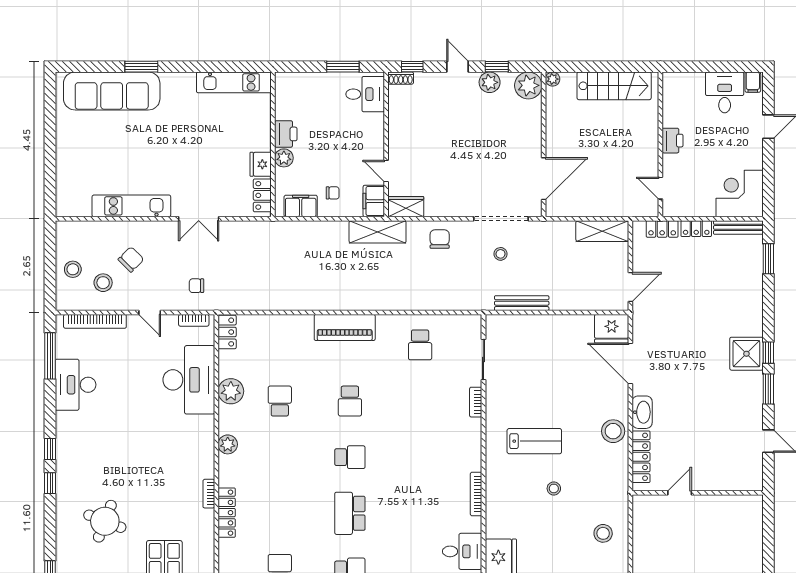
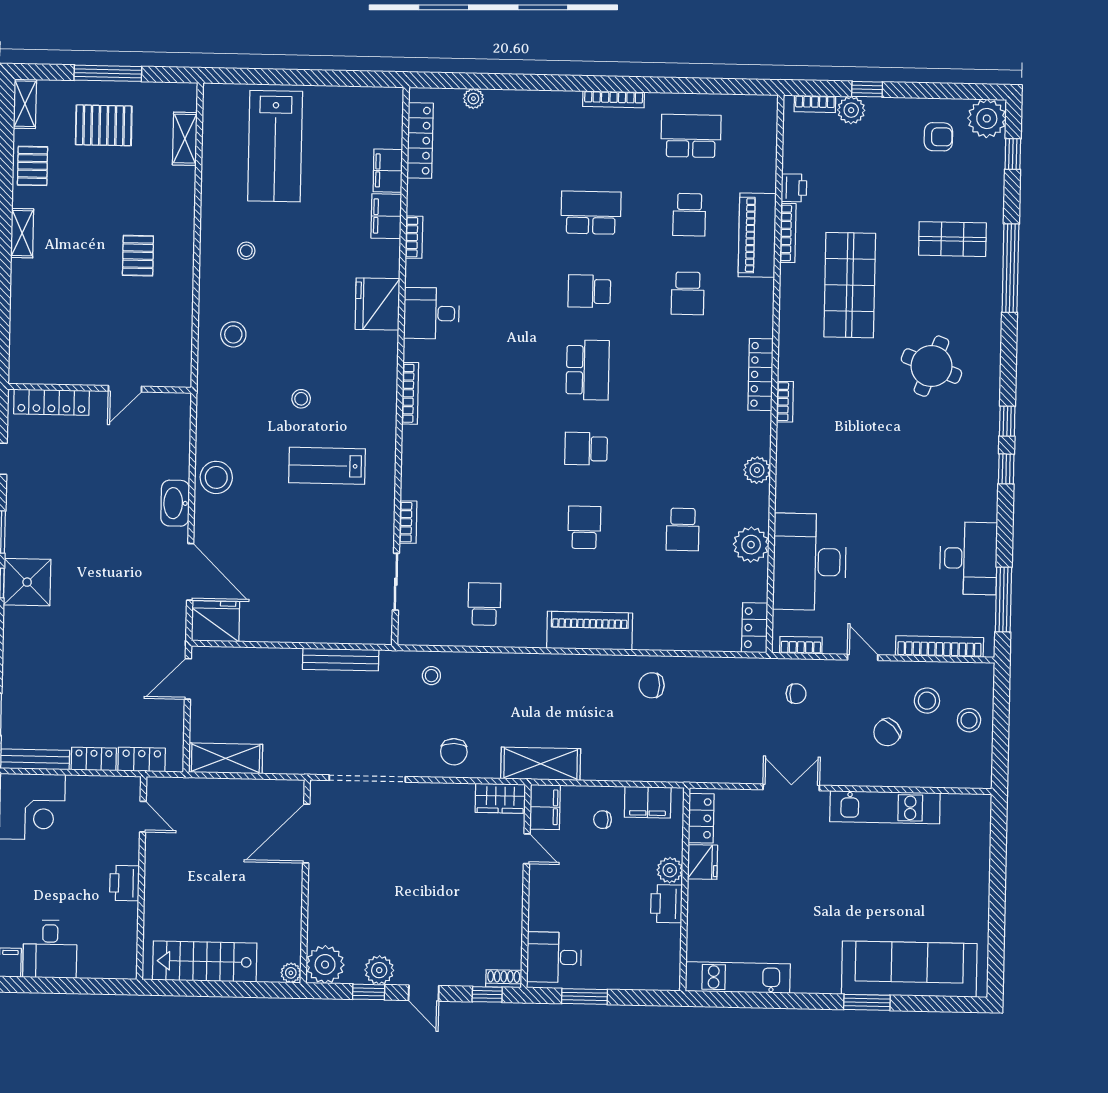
stool: (500, 254) -> (431, 676), moved
chair: (300, 289) -> (652, 685), added
locker: (641, 457) -> (52, 402), moved, turned -90

